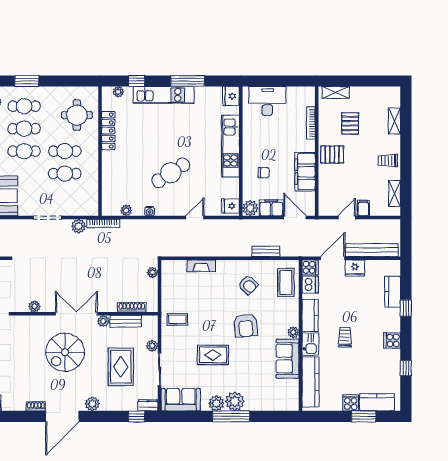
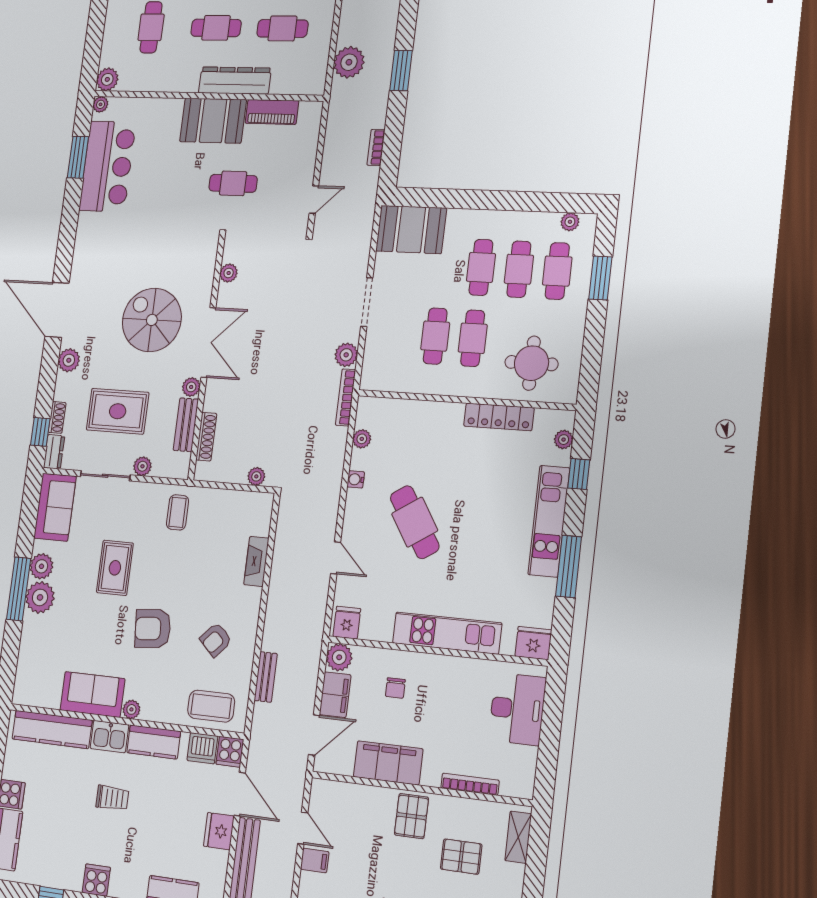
shoe rack: (36, 406) -> (57, 417), moved

